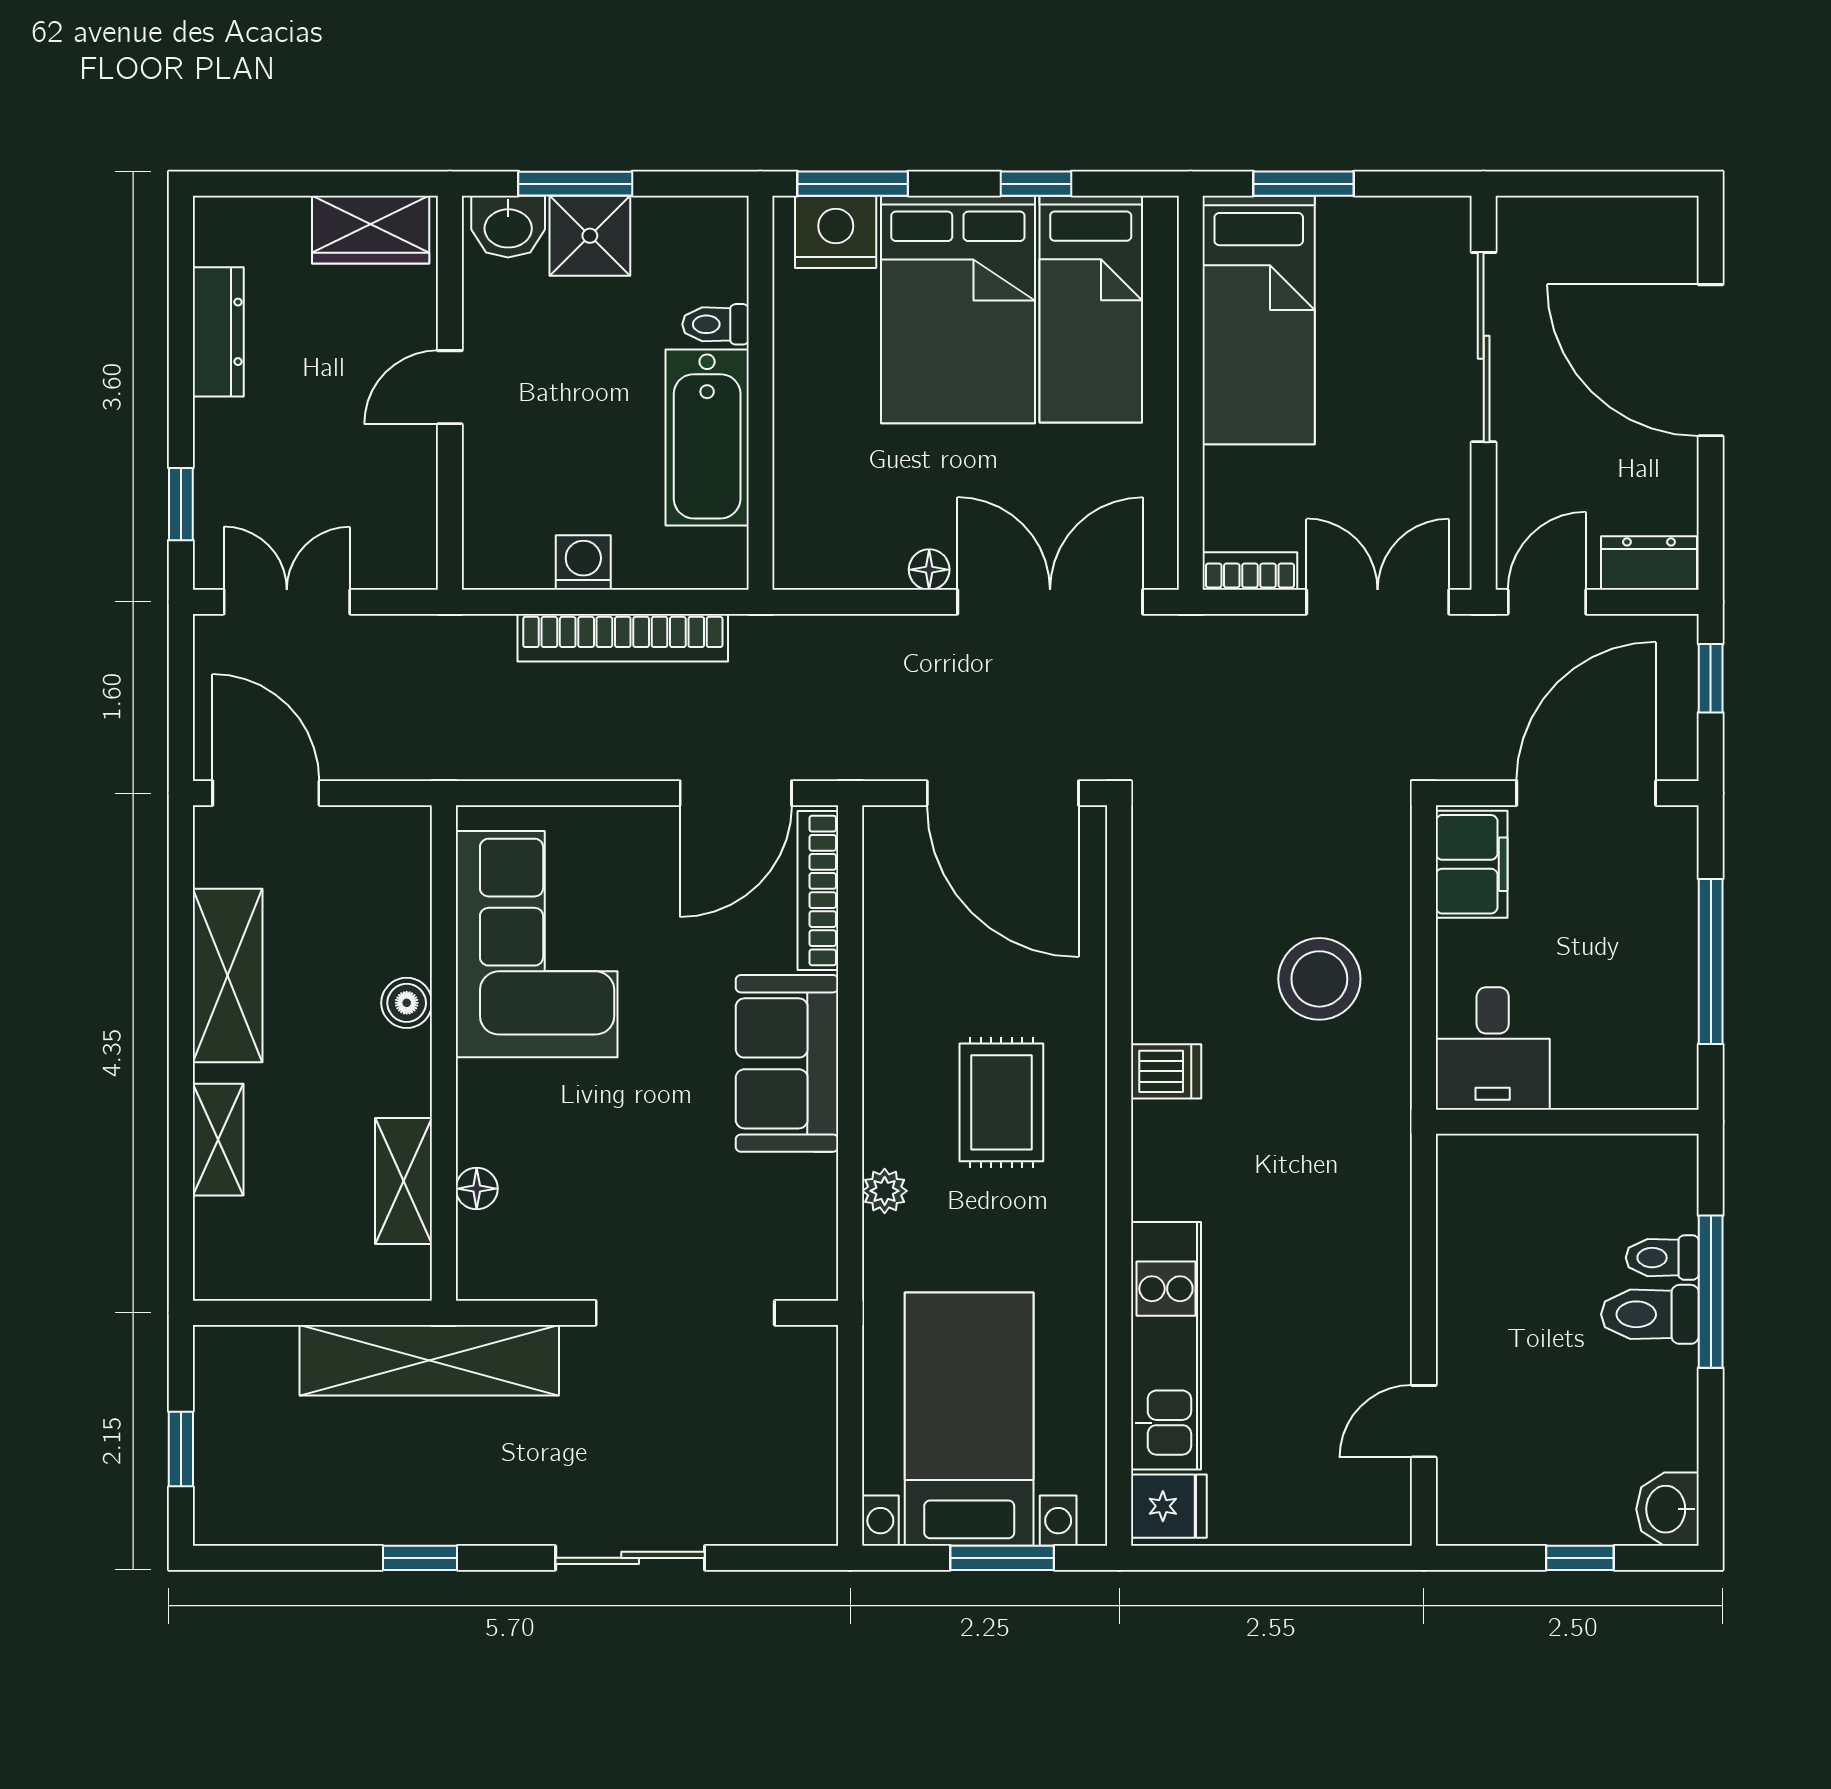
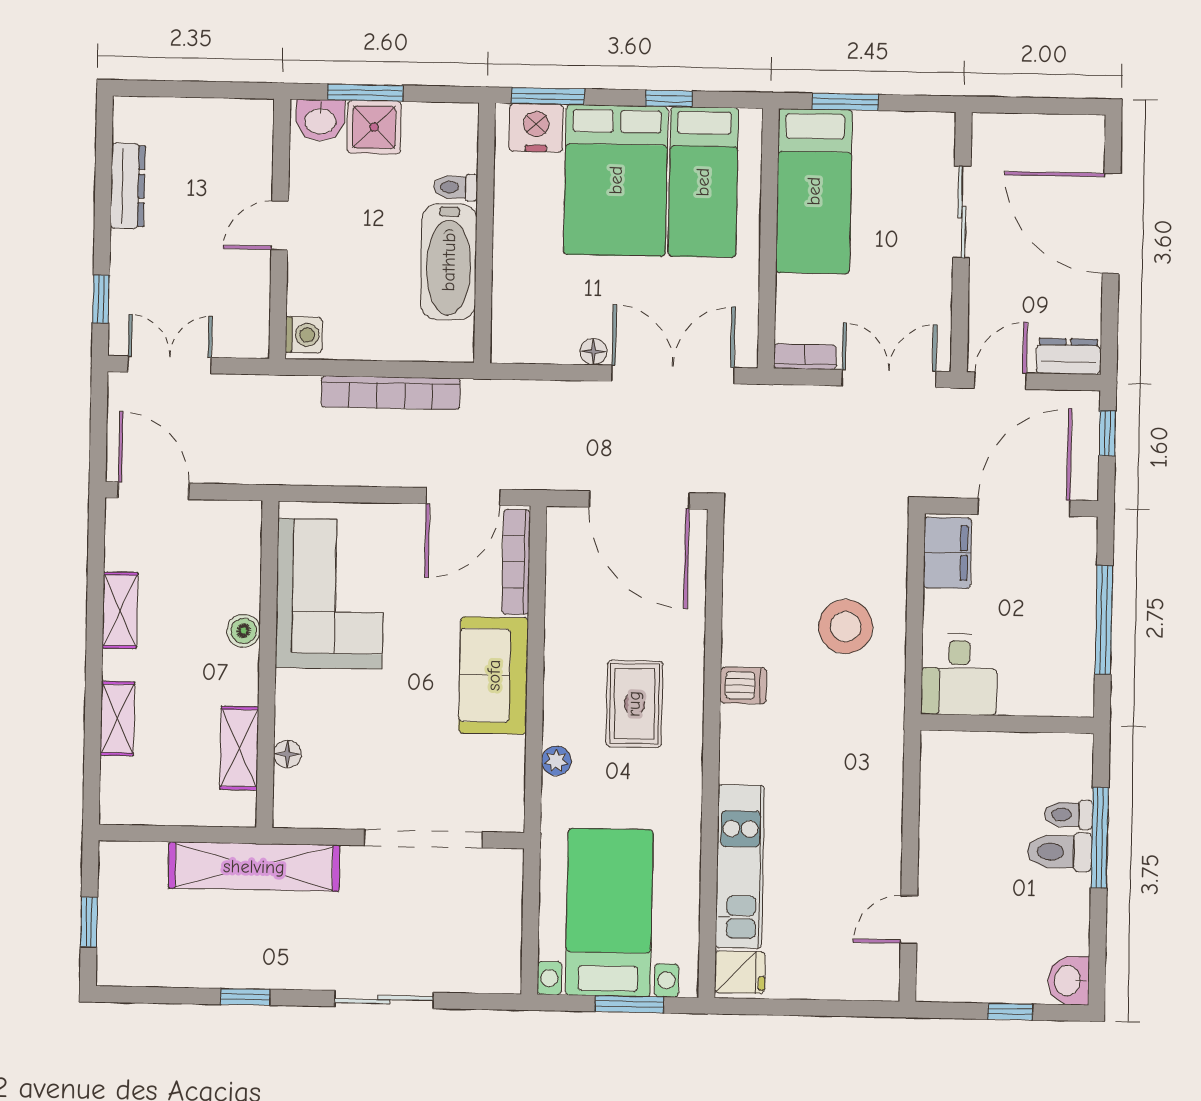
wardrobe: (371, 230) -> (230, 120), removed
sliding door: (1484, 347) -> (962, 212), width x0.73
washing machine: (583, 563) -> (304, 335), moved, turned 90
shelving: (228, 975) -> (120, 610), width x0.67, depth x0.75

